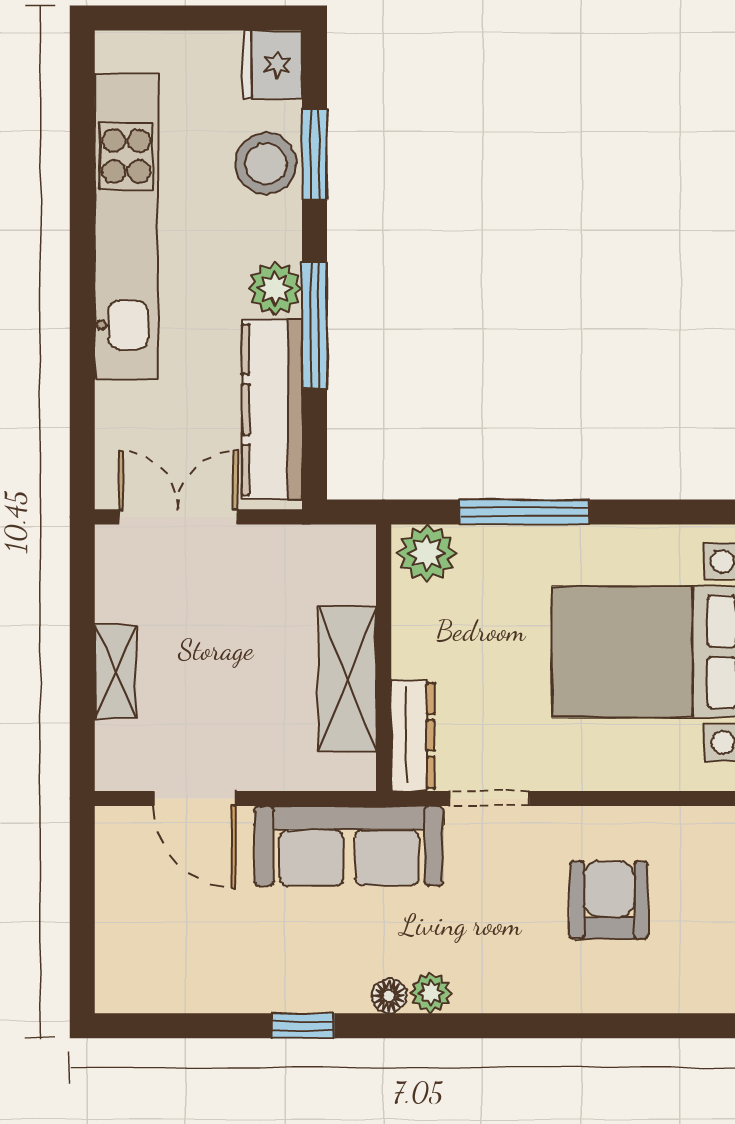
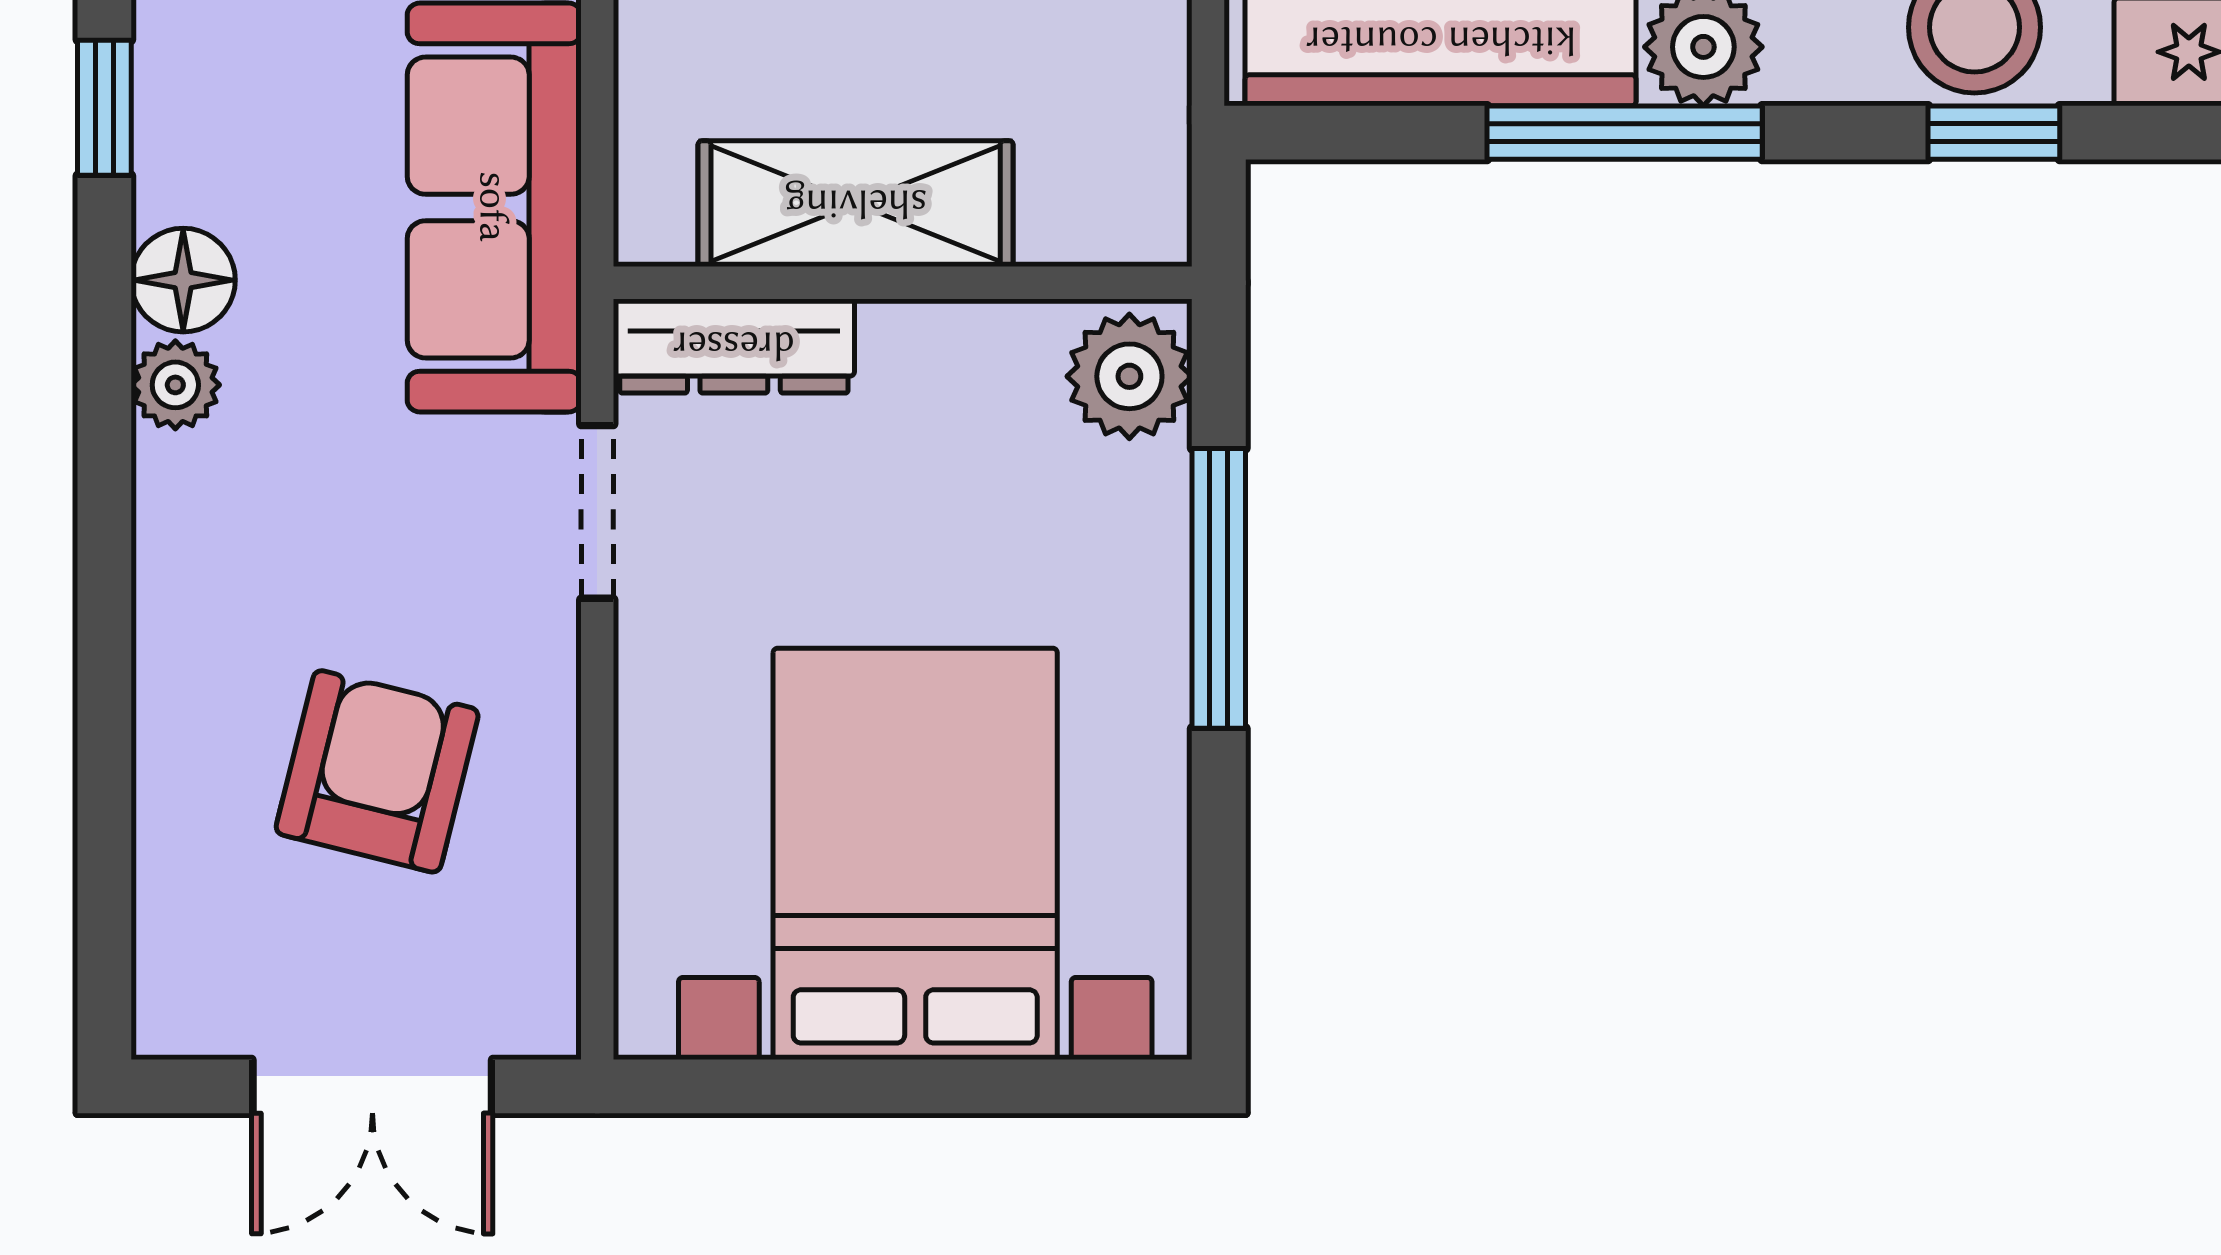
window: (314, 155) -> (1994, 133), width x0.67
armchair: (609, 900) -> (377, 771), turned -76
floor lamp: (389, 996) -> (183, 280), width x1.37, depth x1.37

